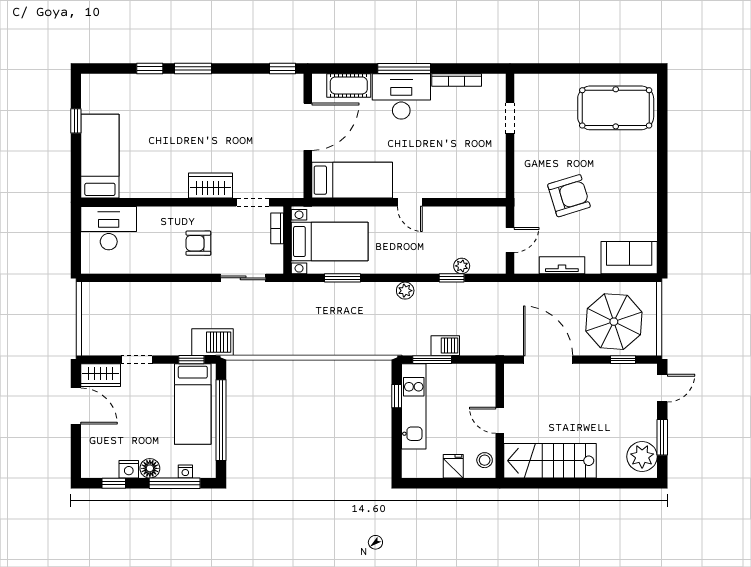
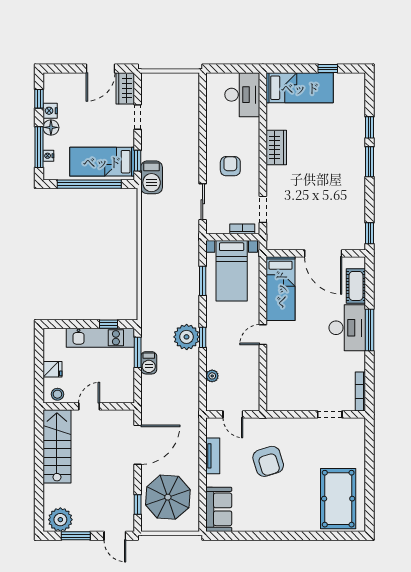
bookcase: (457, 80) -> (360, 391), moved
wardrobe: (210, 186) -> (276, 147), moved
window: (452, 278) -> (203, 337), moved
plant: (405, 291) -> (187, 337), width x1.88, depth x1.88

